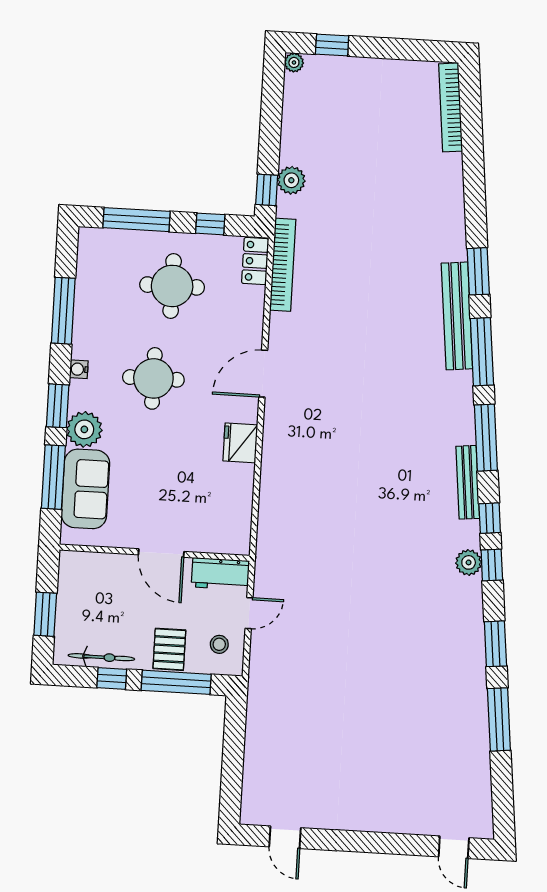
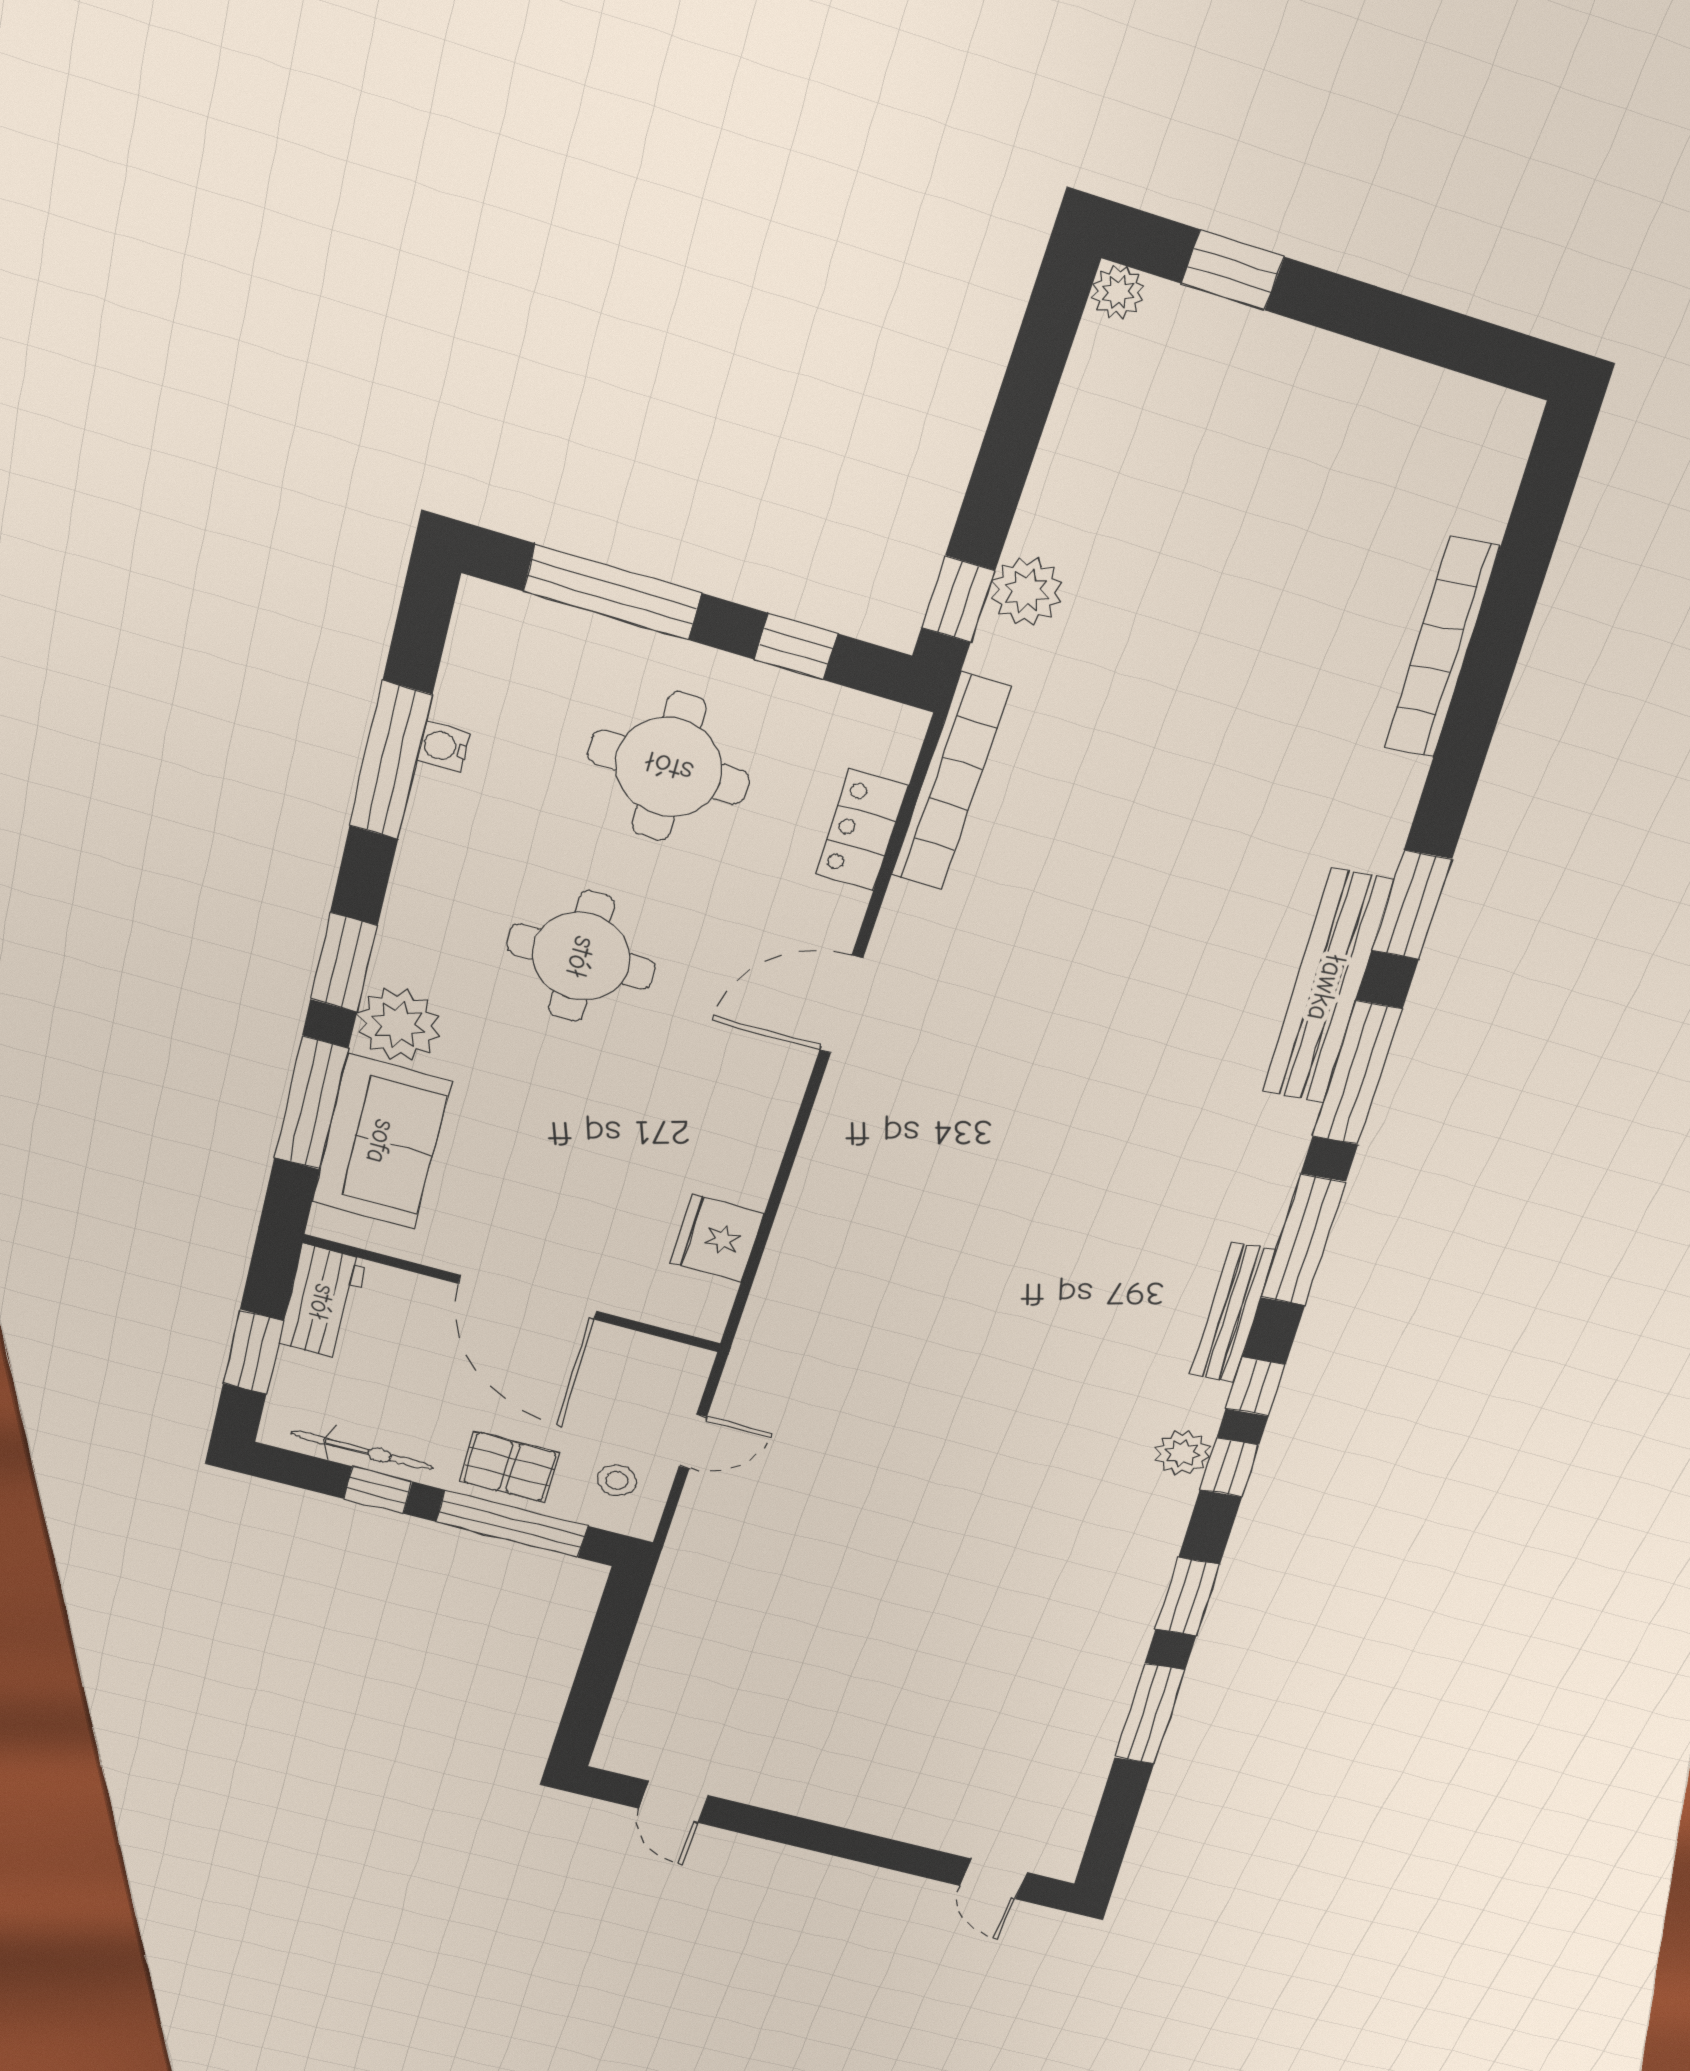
bookcase: (451, 107) -> (1441, 649), moved
locker: (255, 261) -> (862, 830), moved
water cooler: (79, 369) -> (443, 746), moved
fridge: (240, 443) -> (717, 1238), moved
door: (161, 553) -> (528, 1297), width x1.36
workbench: (220, 574) -> (322, 1302), moved, turned -90
pallet: (169, 649) -> (509, 1467), turned 90

